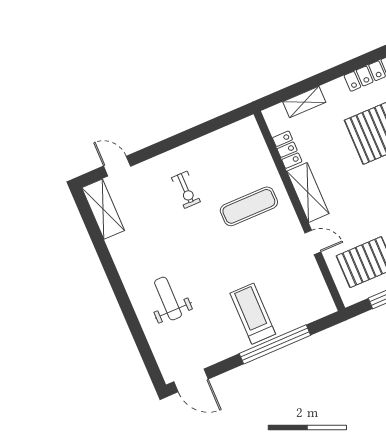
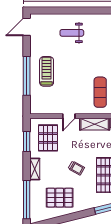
weight bench: (168, 299) -> (72, 33), turned 180
treadmill: (253, 314) -> (47, 71), turned -90

